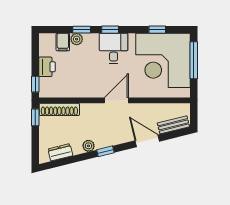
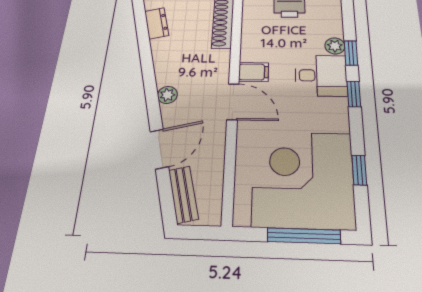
filing cabinet: (63, 42) -> (254, 72), moved, turned 180
desk: (114, 48) -> (321, 75), moved
plant: (89, 146) -> (167, 95), moved
window: (105, 151) -> (150, 84), removed

